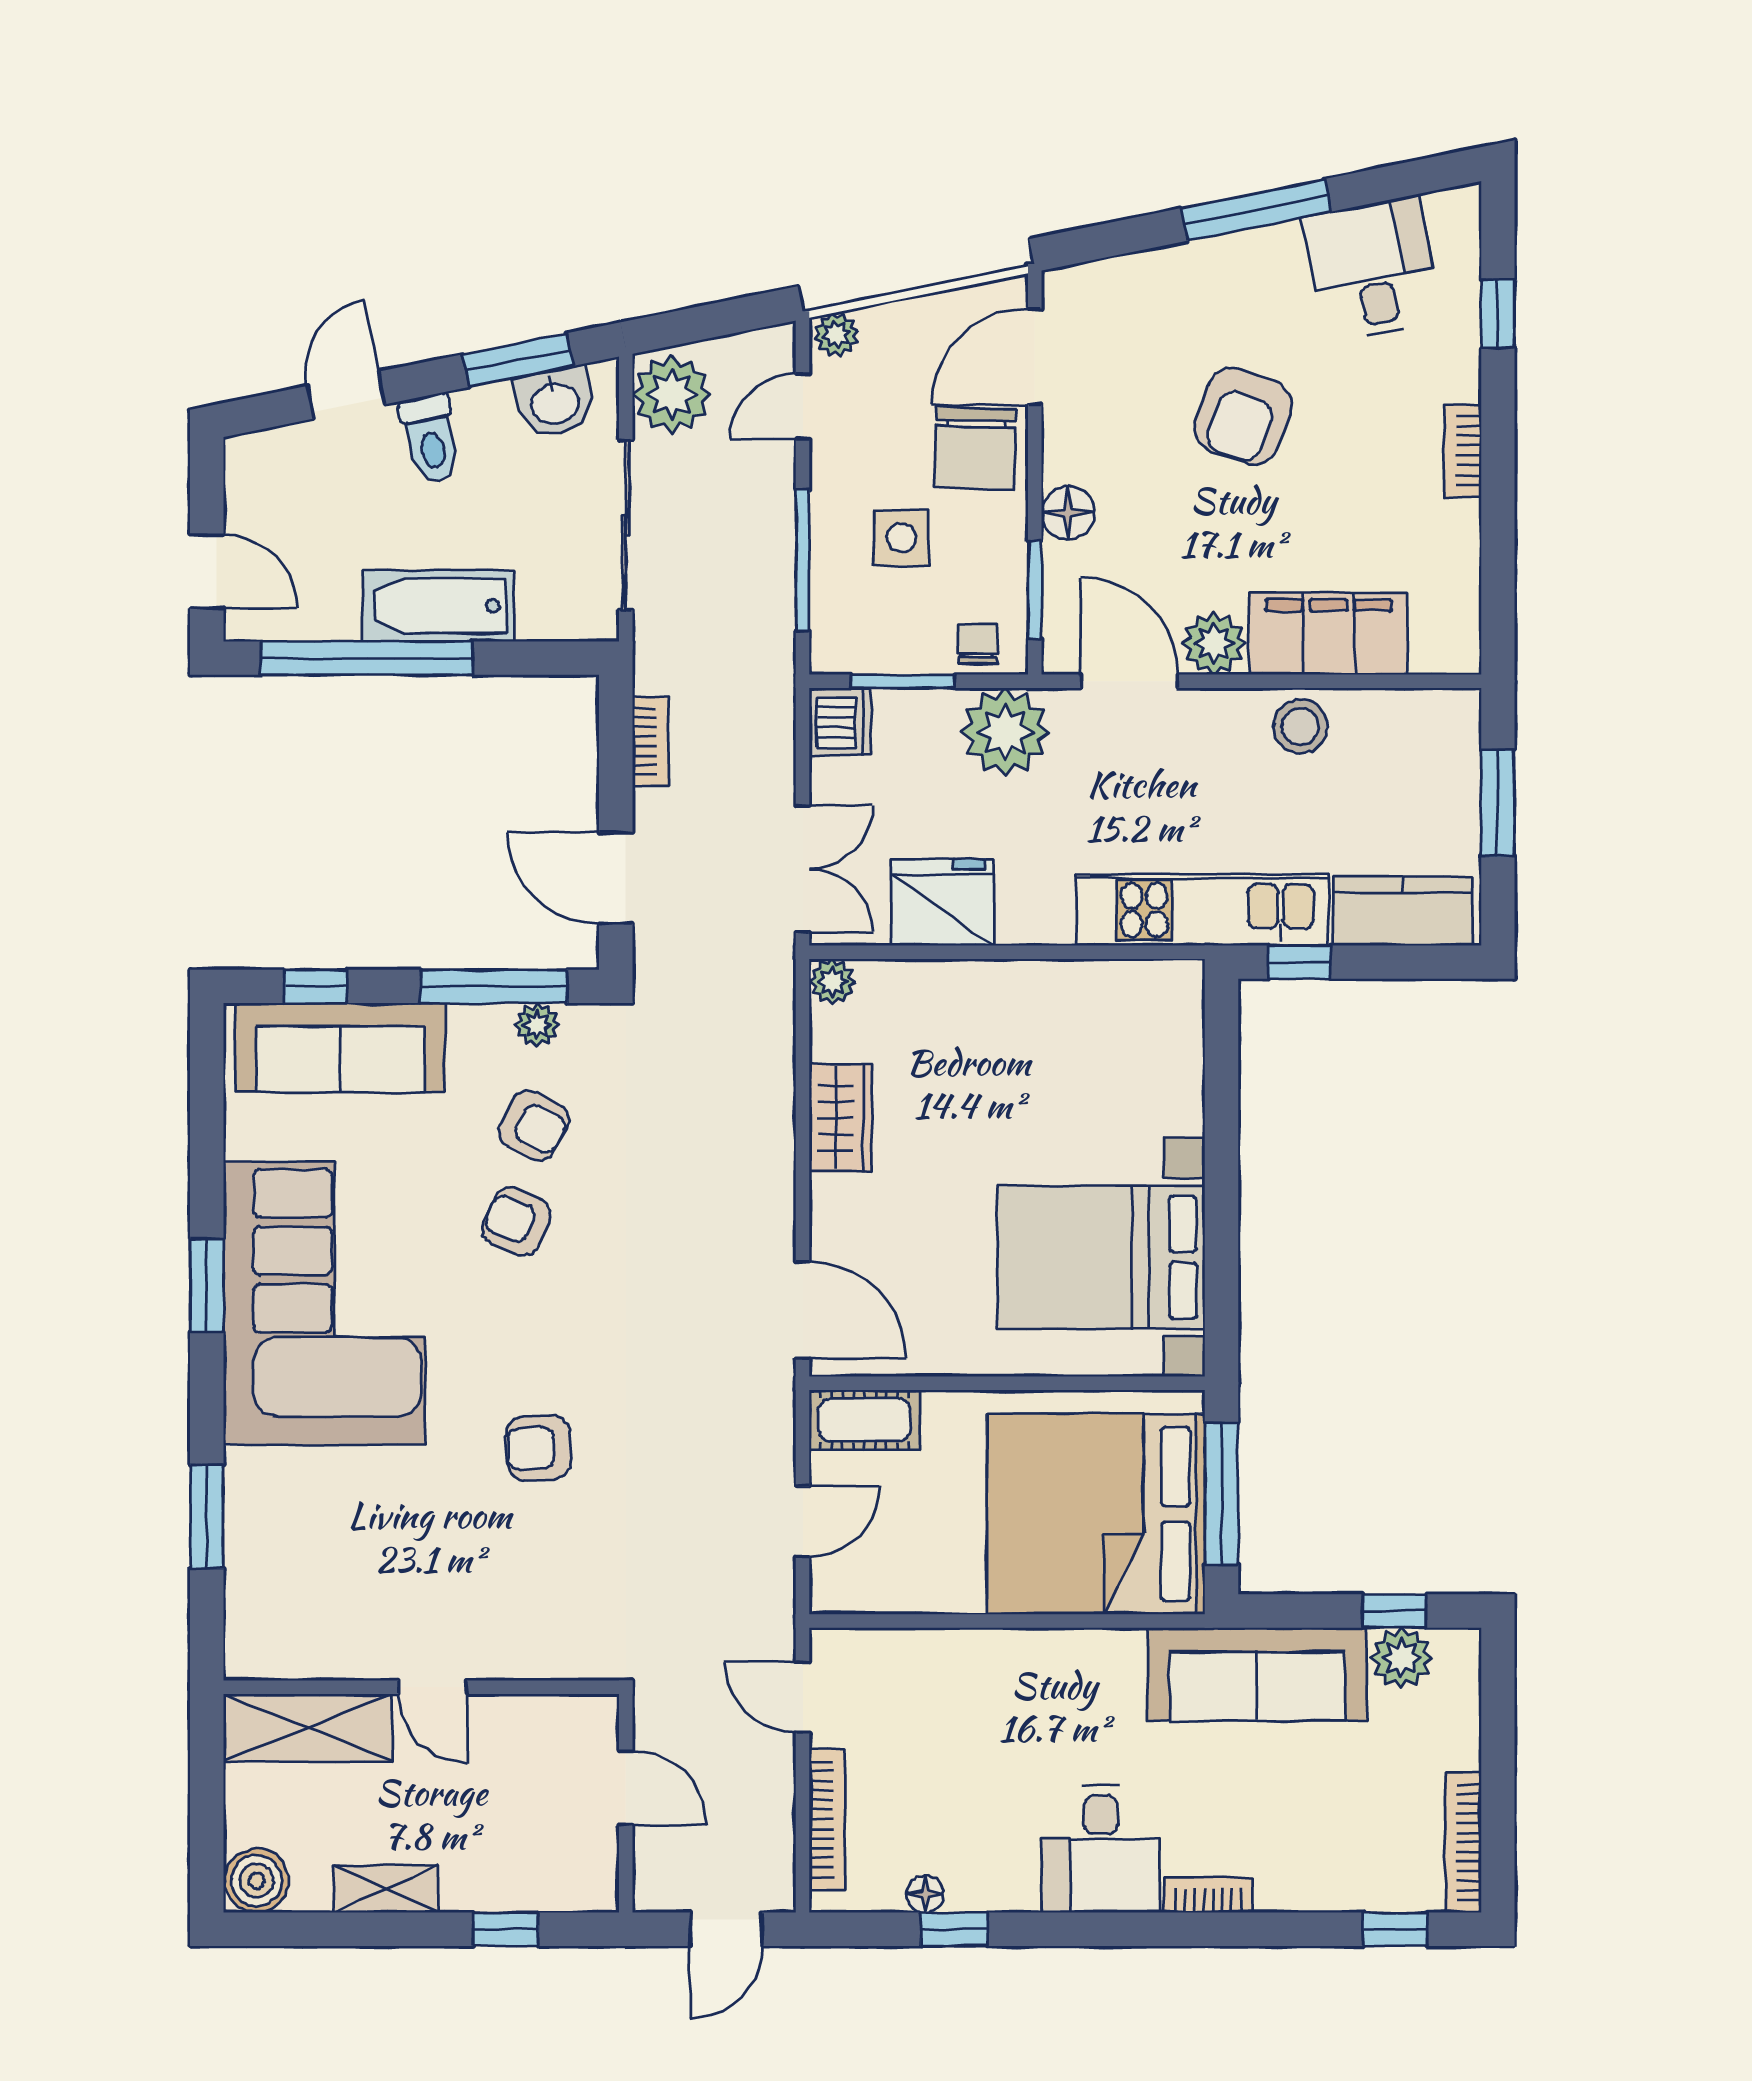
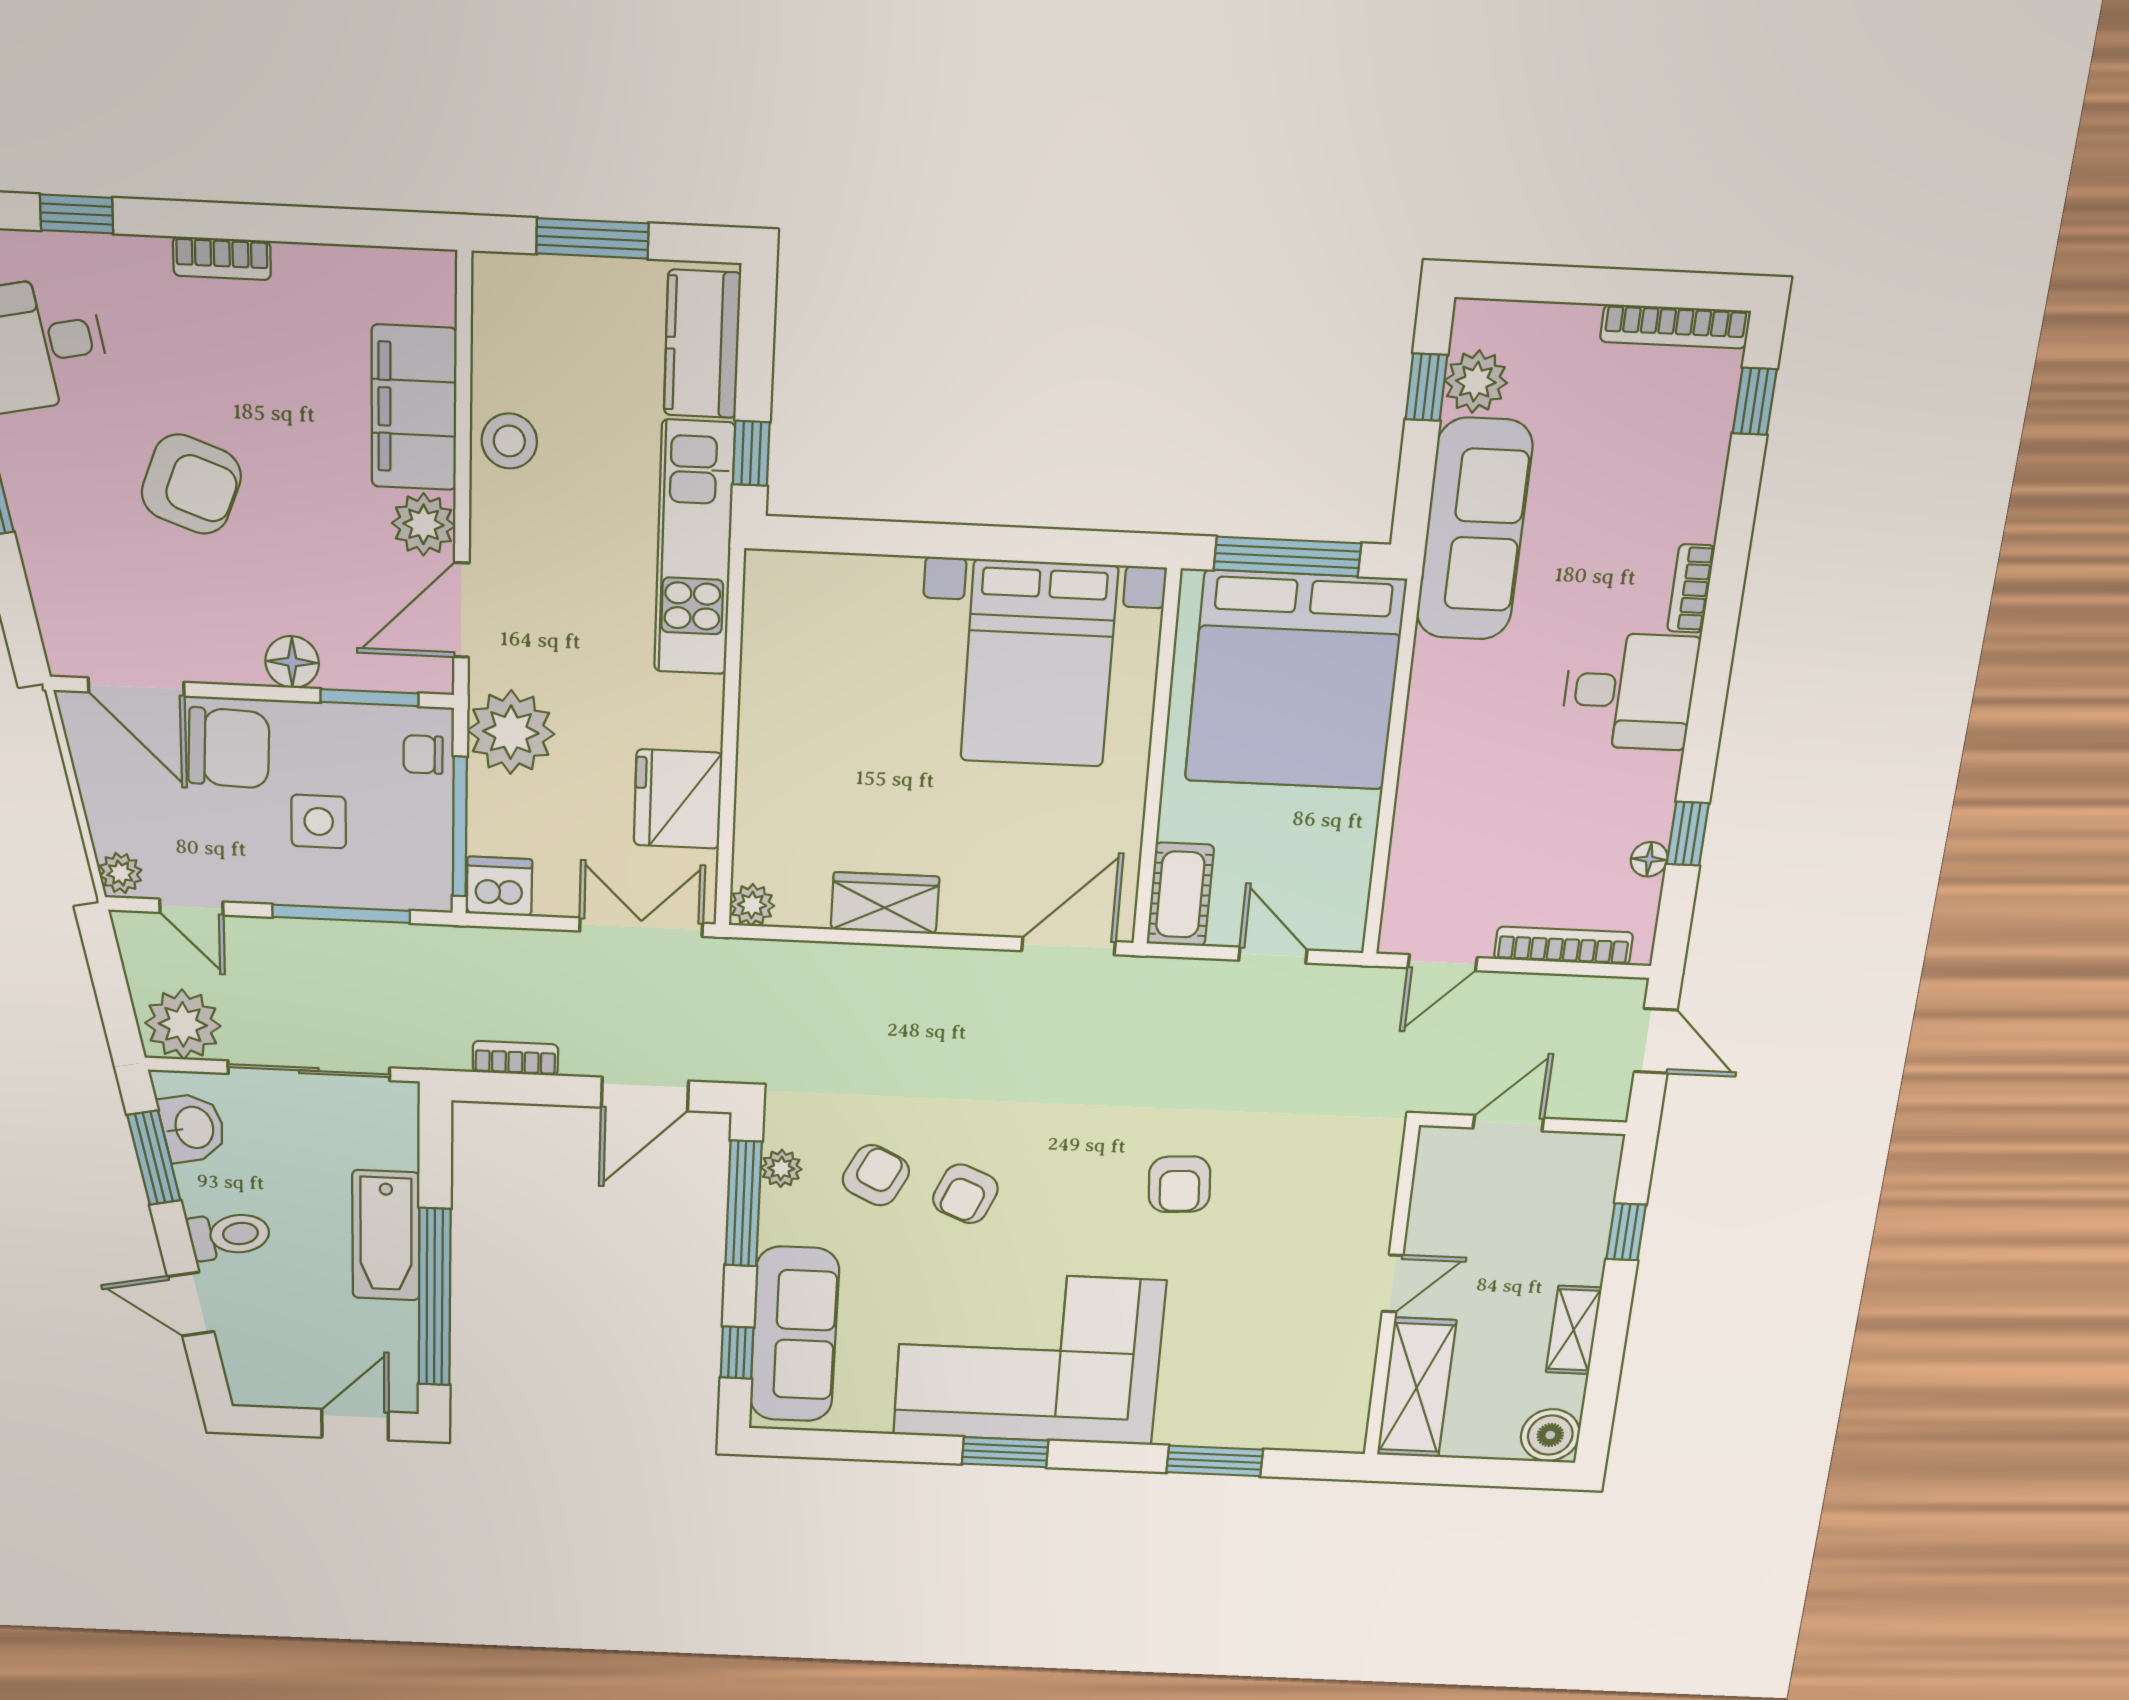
window: (903, 681) -> (460, 827), width x1.44

